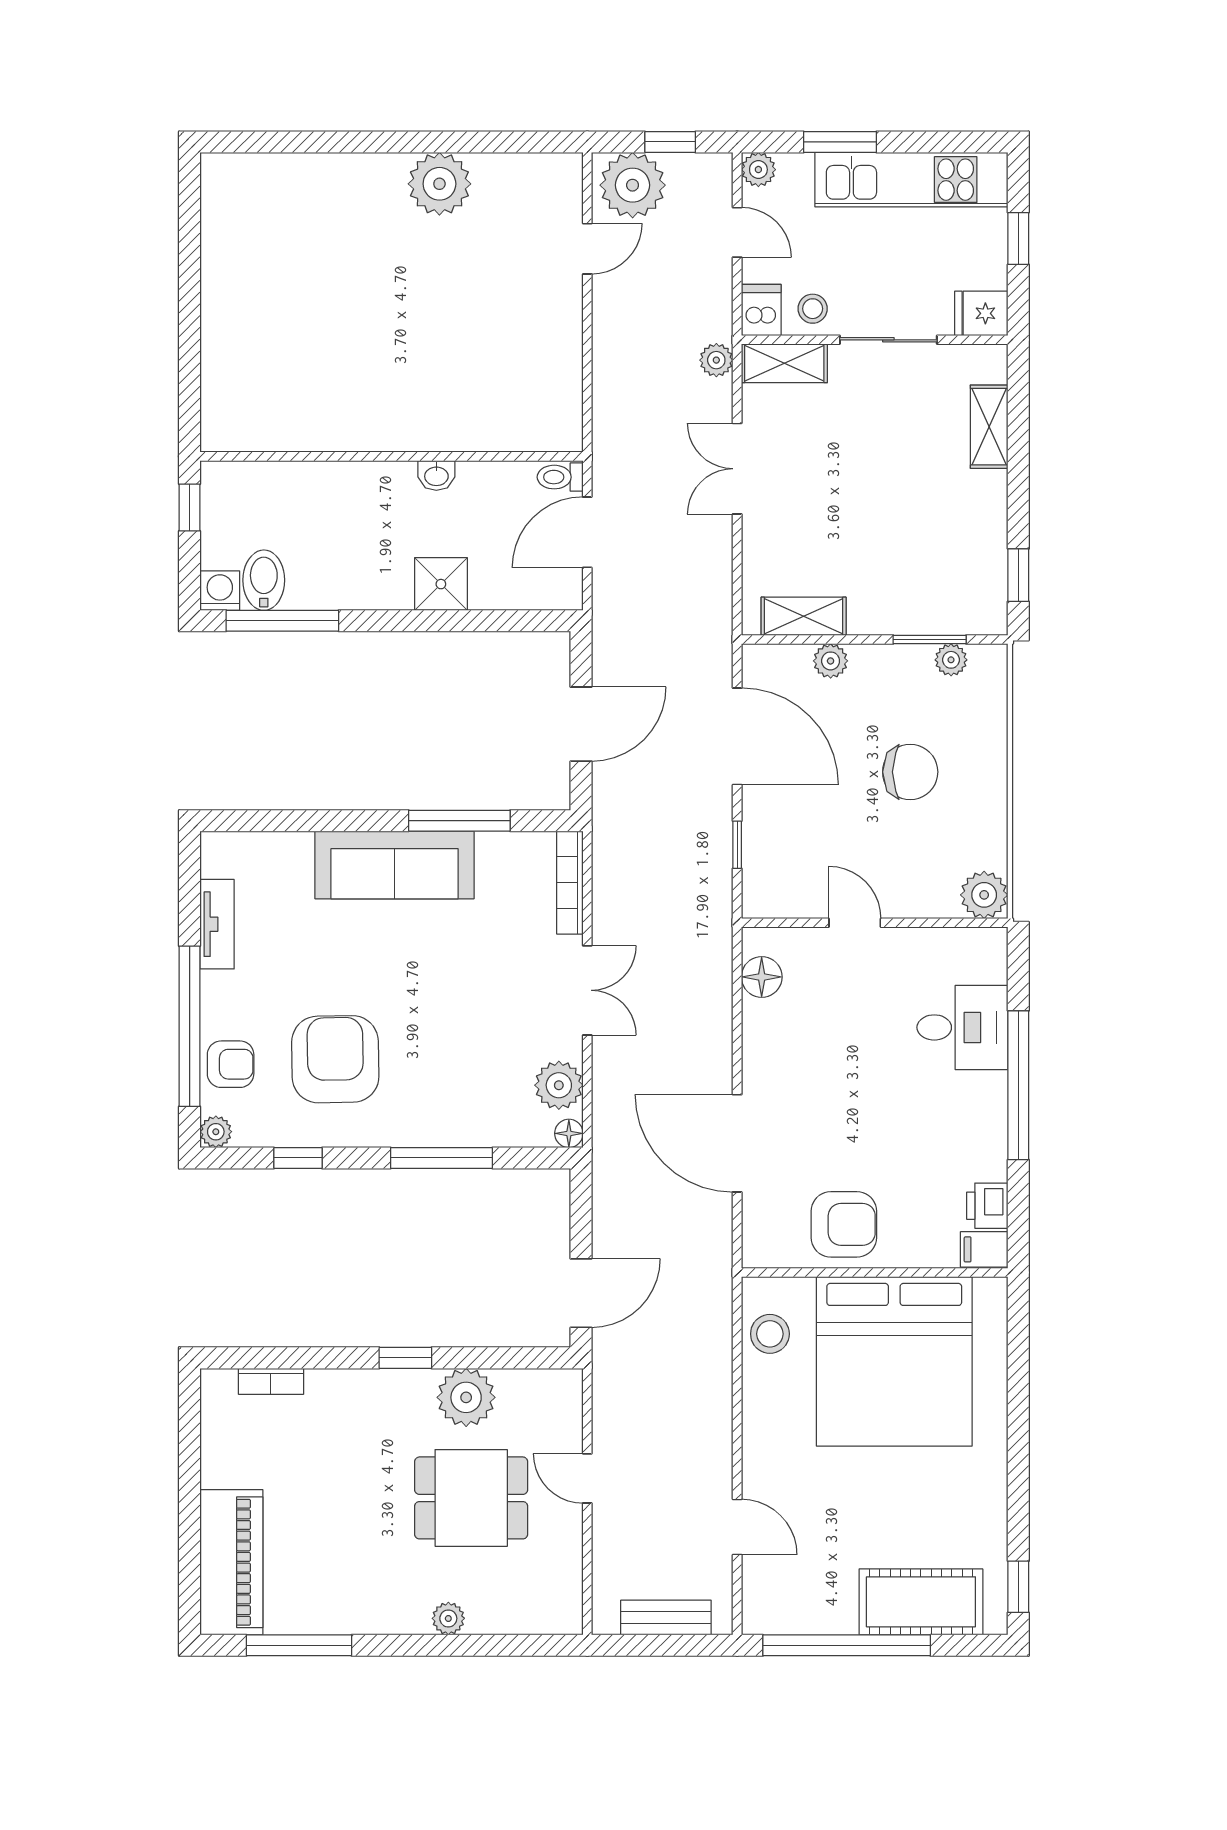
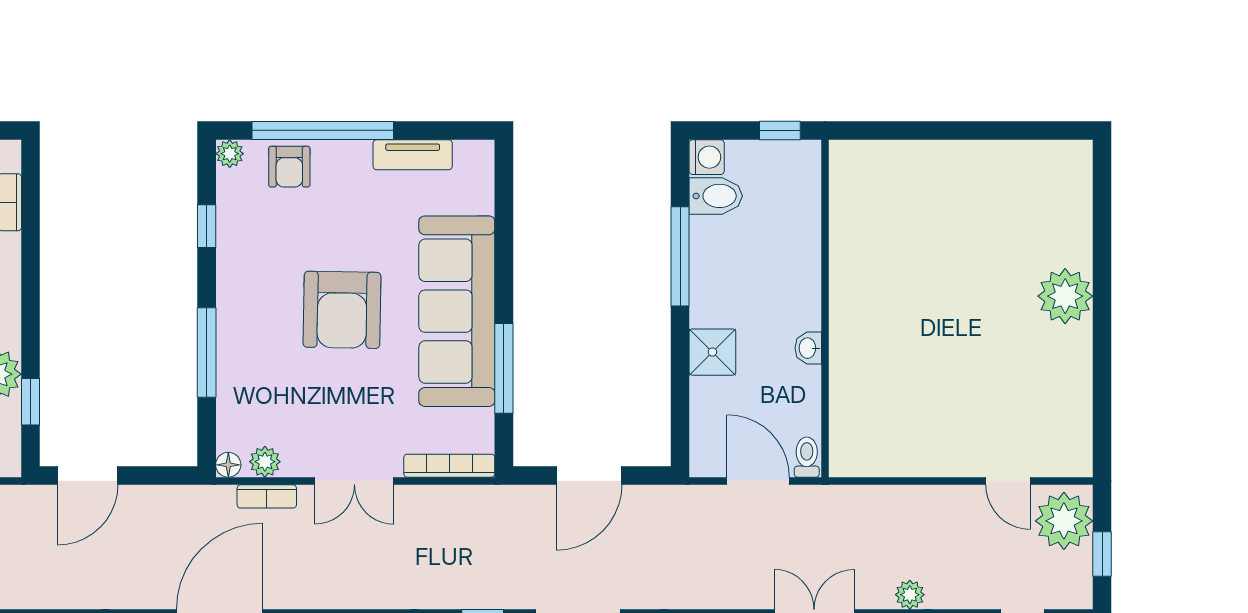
plant: (439, 184) -> (1065, 296), moved
window: (282, 621) -> (680, 256), moved
door: (581, 724) -> (589, 475), hinge flipped
sofa: (395, 865) -> (457, 311), width x1.36, depth x1.27
armchair: (335, 1059) -> (342, 310), moved, turned 92
plant: (559, 1085) -> (265, 462), width x0.73, depth x0.73
bookcase: (605, 1090) -> (267, 496), added
door: (581, 1293) -> (88, 475), hinge flipped
window: (405, 1358) -> (30, 402), moved

